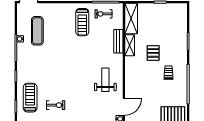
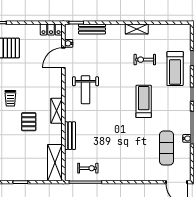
treadmill: (82, 22) -> (144, 101), moved
shelving: (130, 45) -> (57, 111), moved

